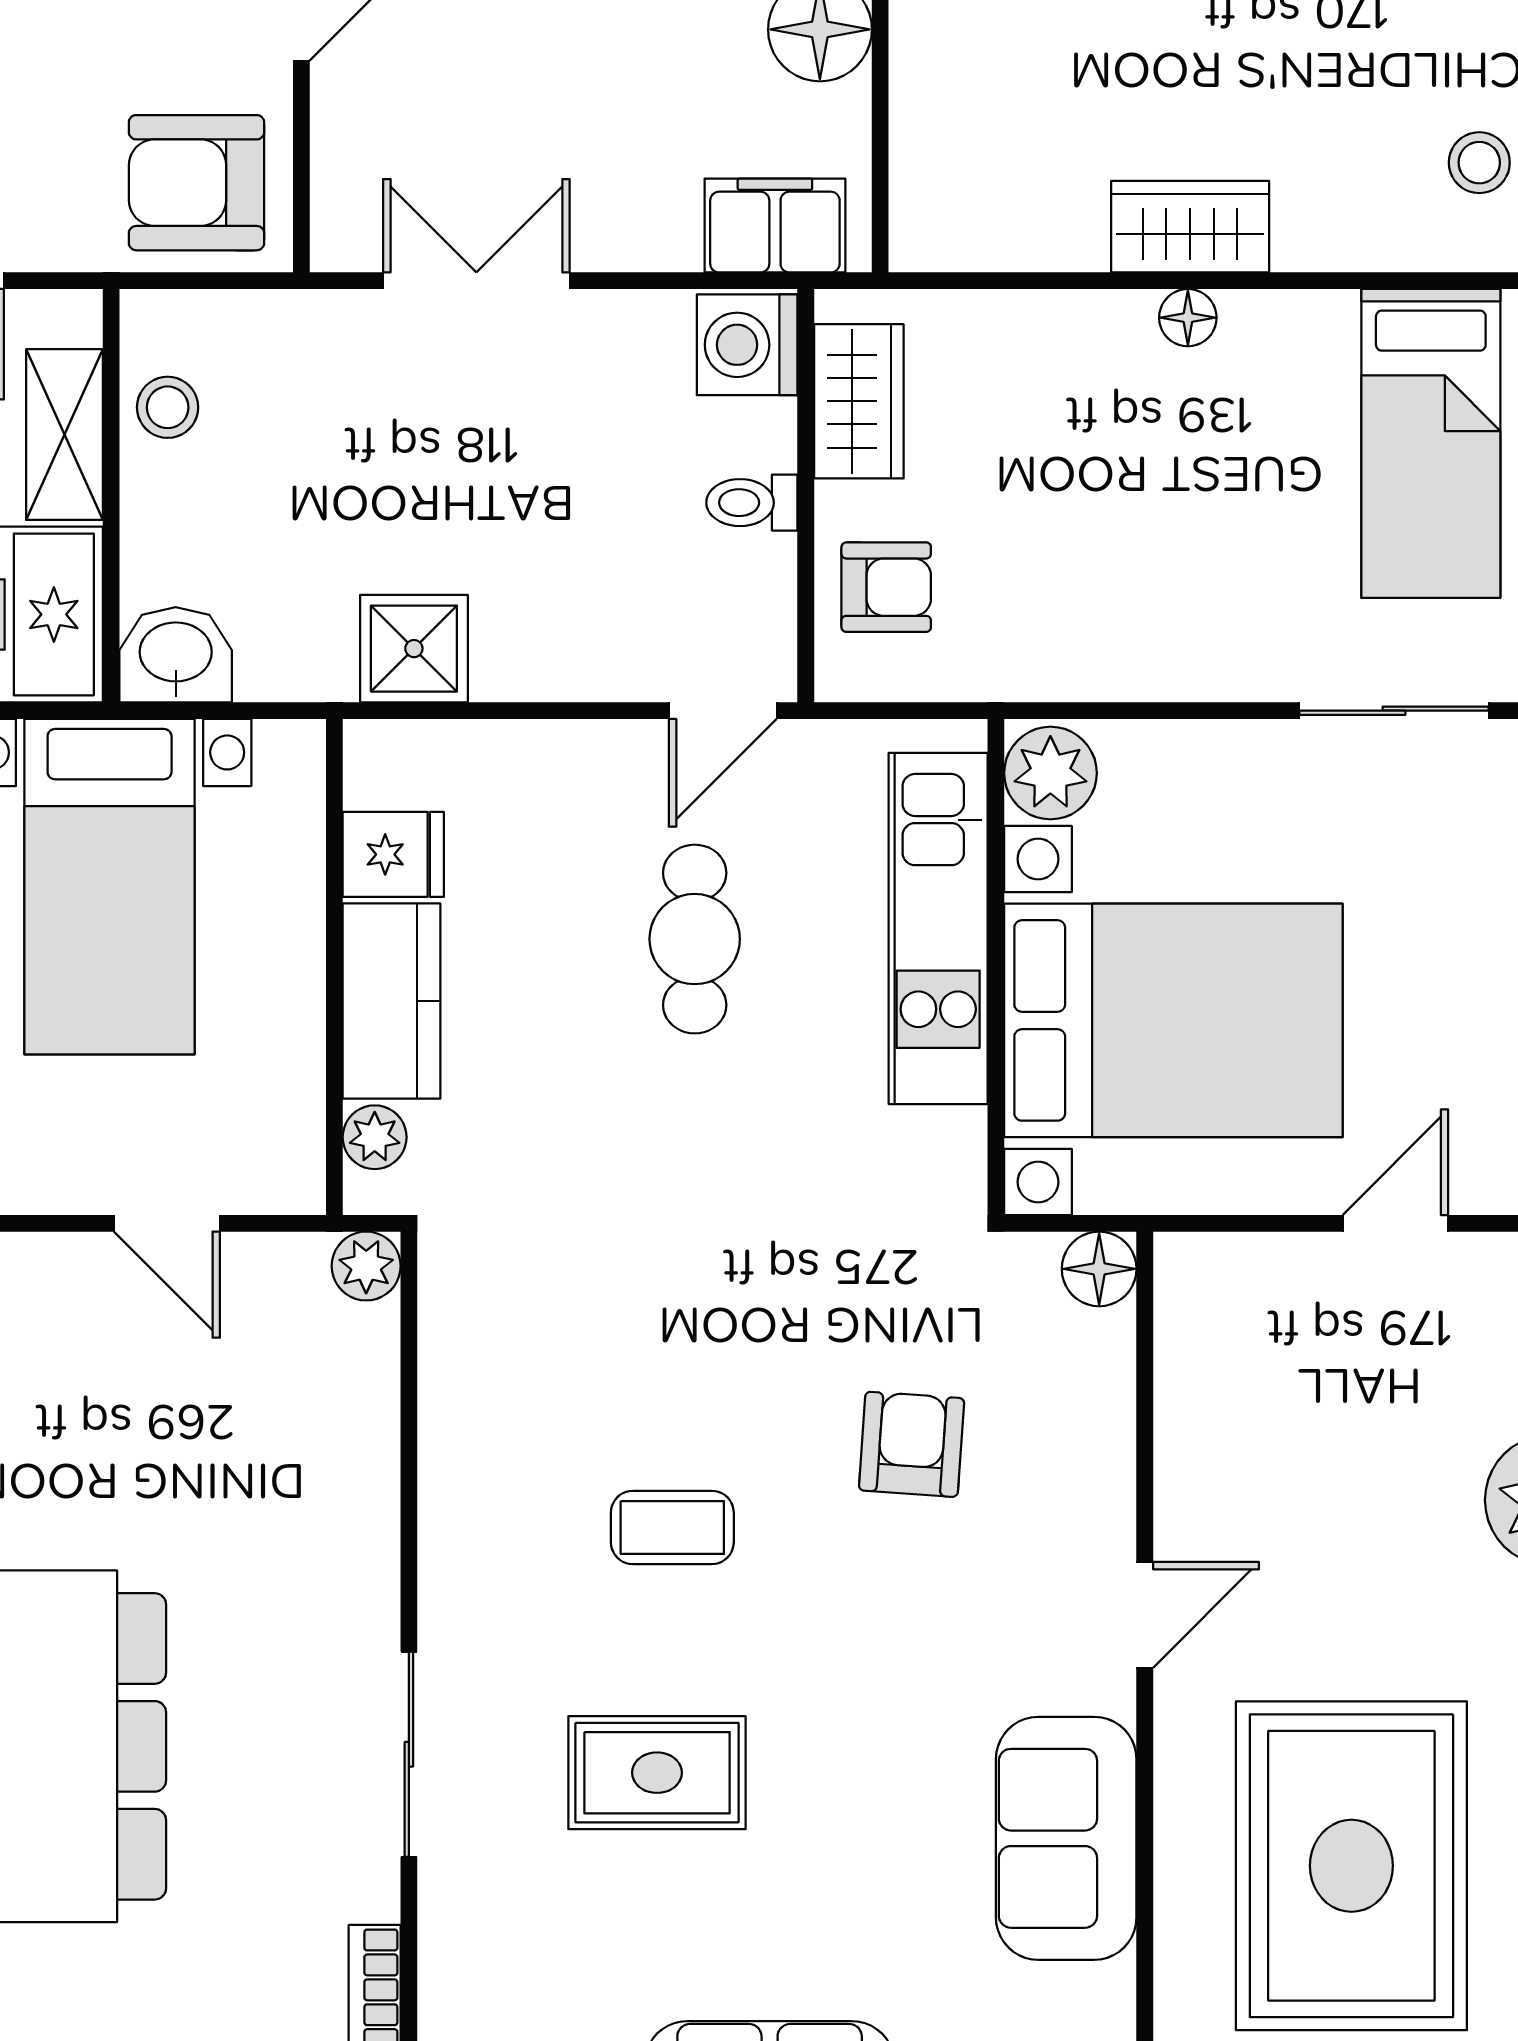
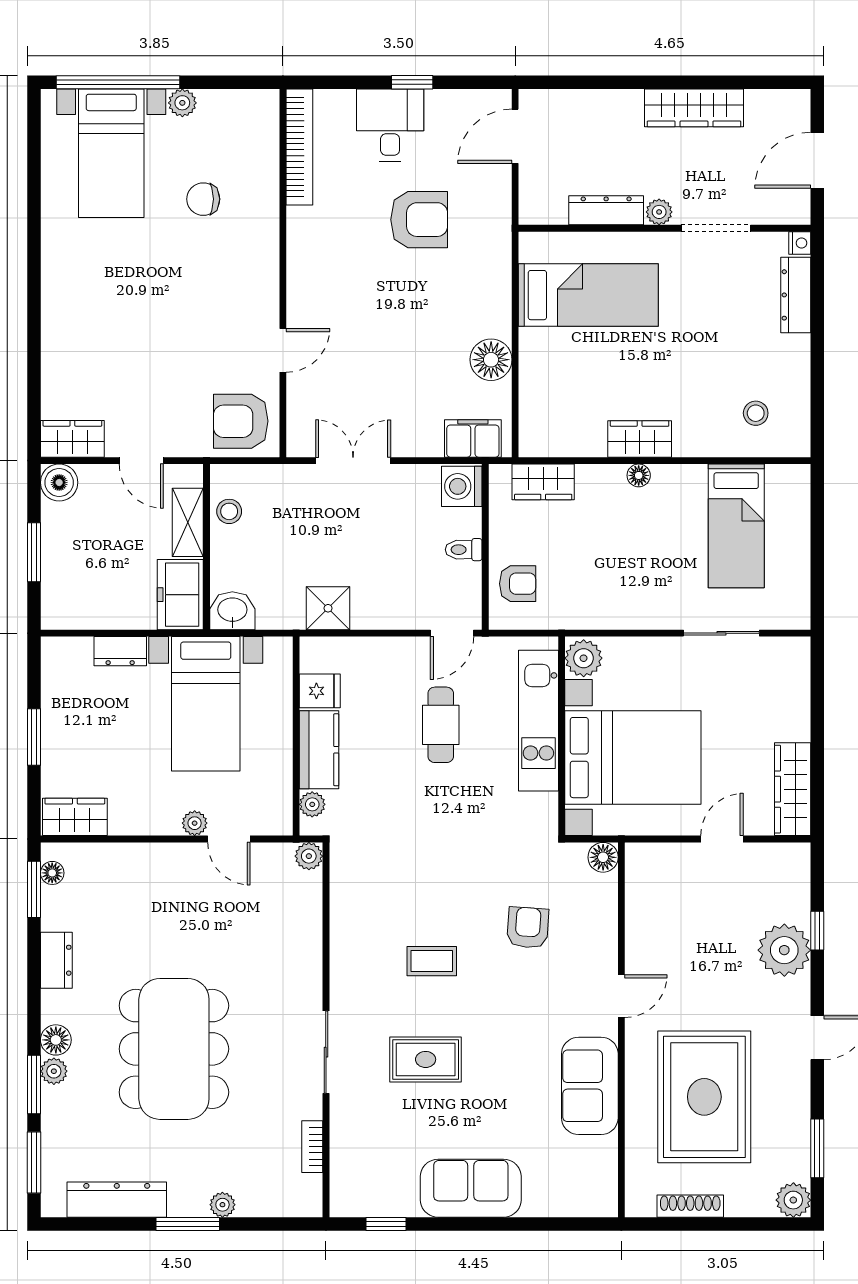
wardrobe: (859, 401) -> (543, 482), moved, turned 90
plant: (82, 1184) -> (195, 823), added

